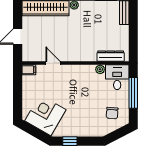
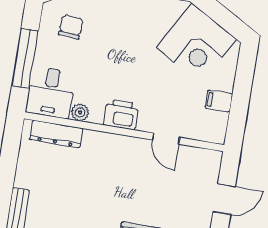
filing cabinet: (29, 70) -> (219, 101), moved
printer: (79, 72) -> (121, 115), added

